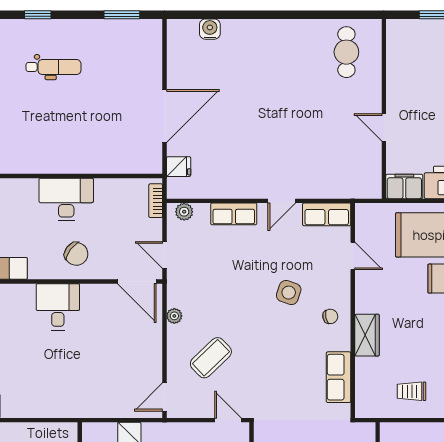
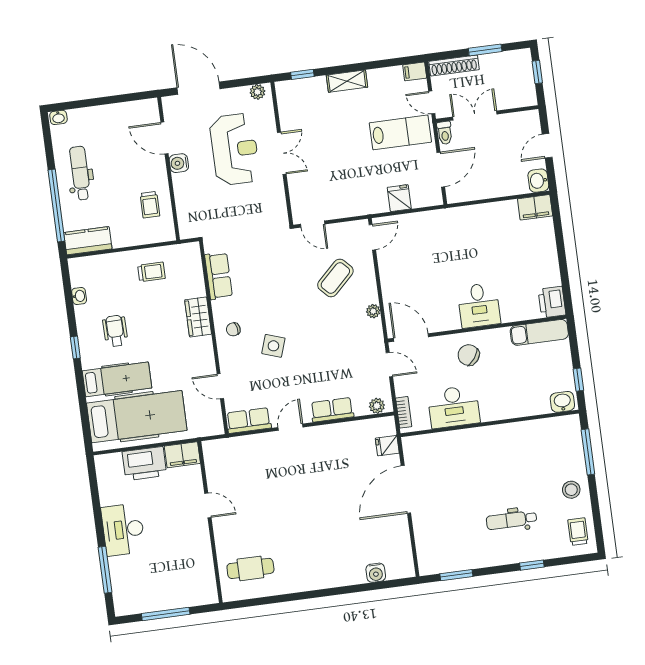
cafe table: (346, 52) -> (250, 568), turned 90
desk: (66, 199) -> (454, 407), moved

